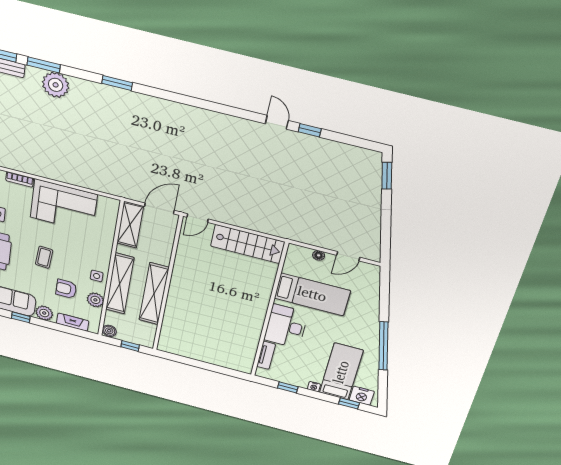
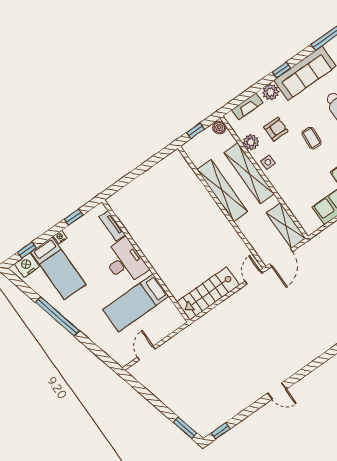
window: (310, 130) -> (221, 431), moved
floor lamp: (319, 255) -> (162, 334), removed

